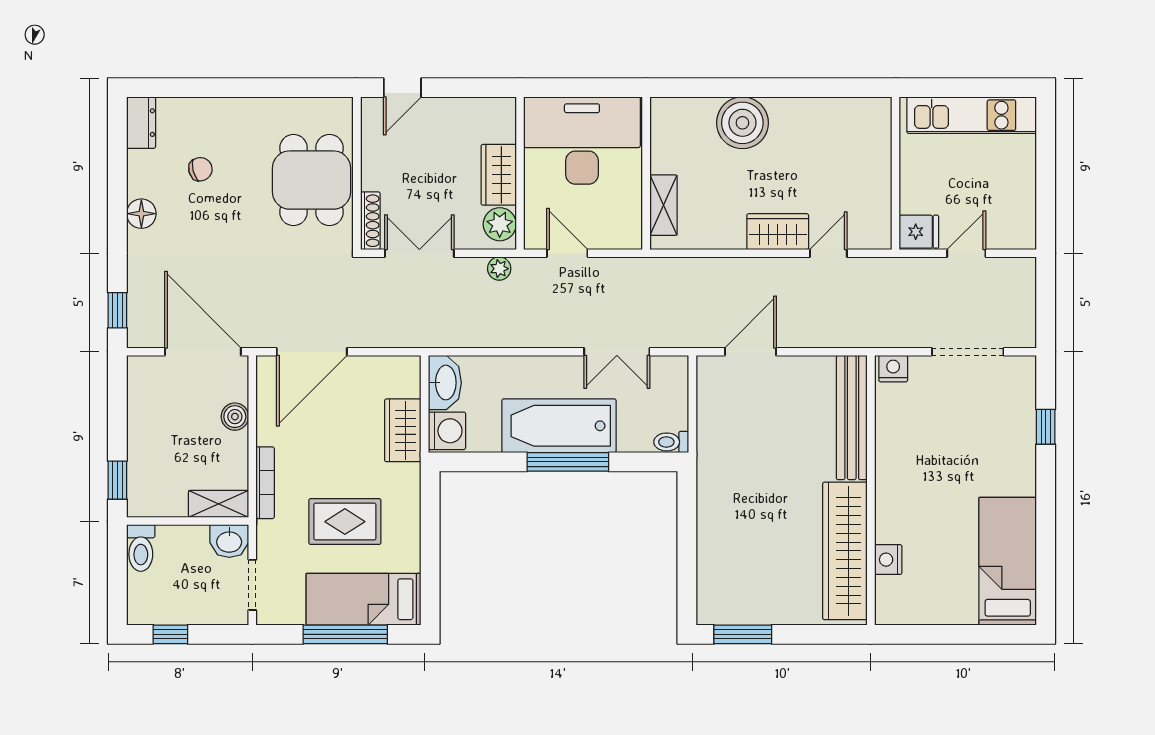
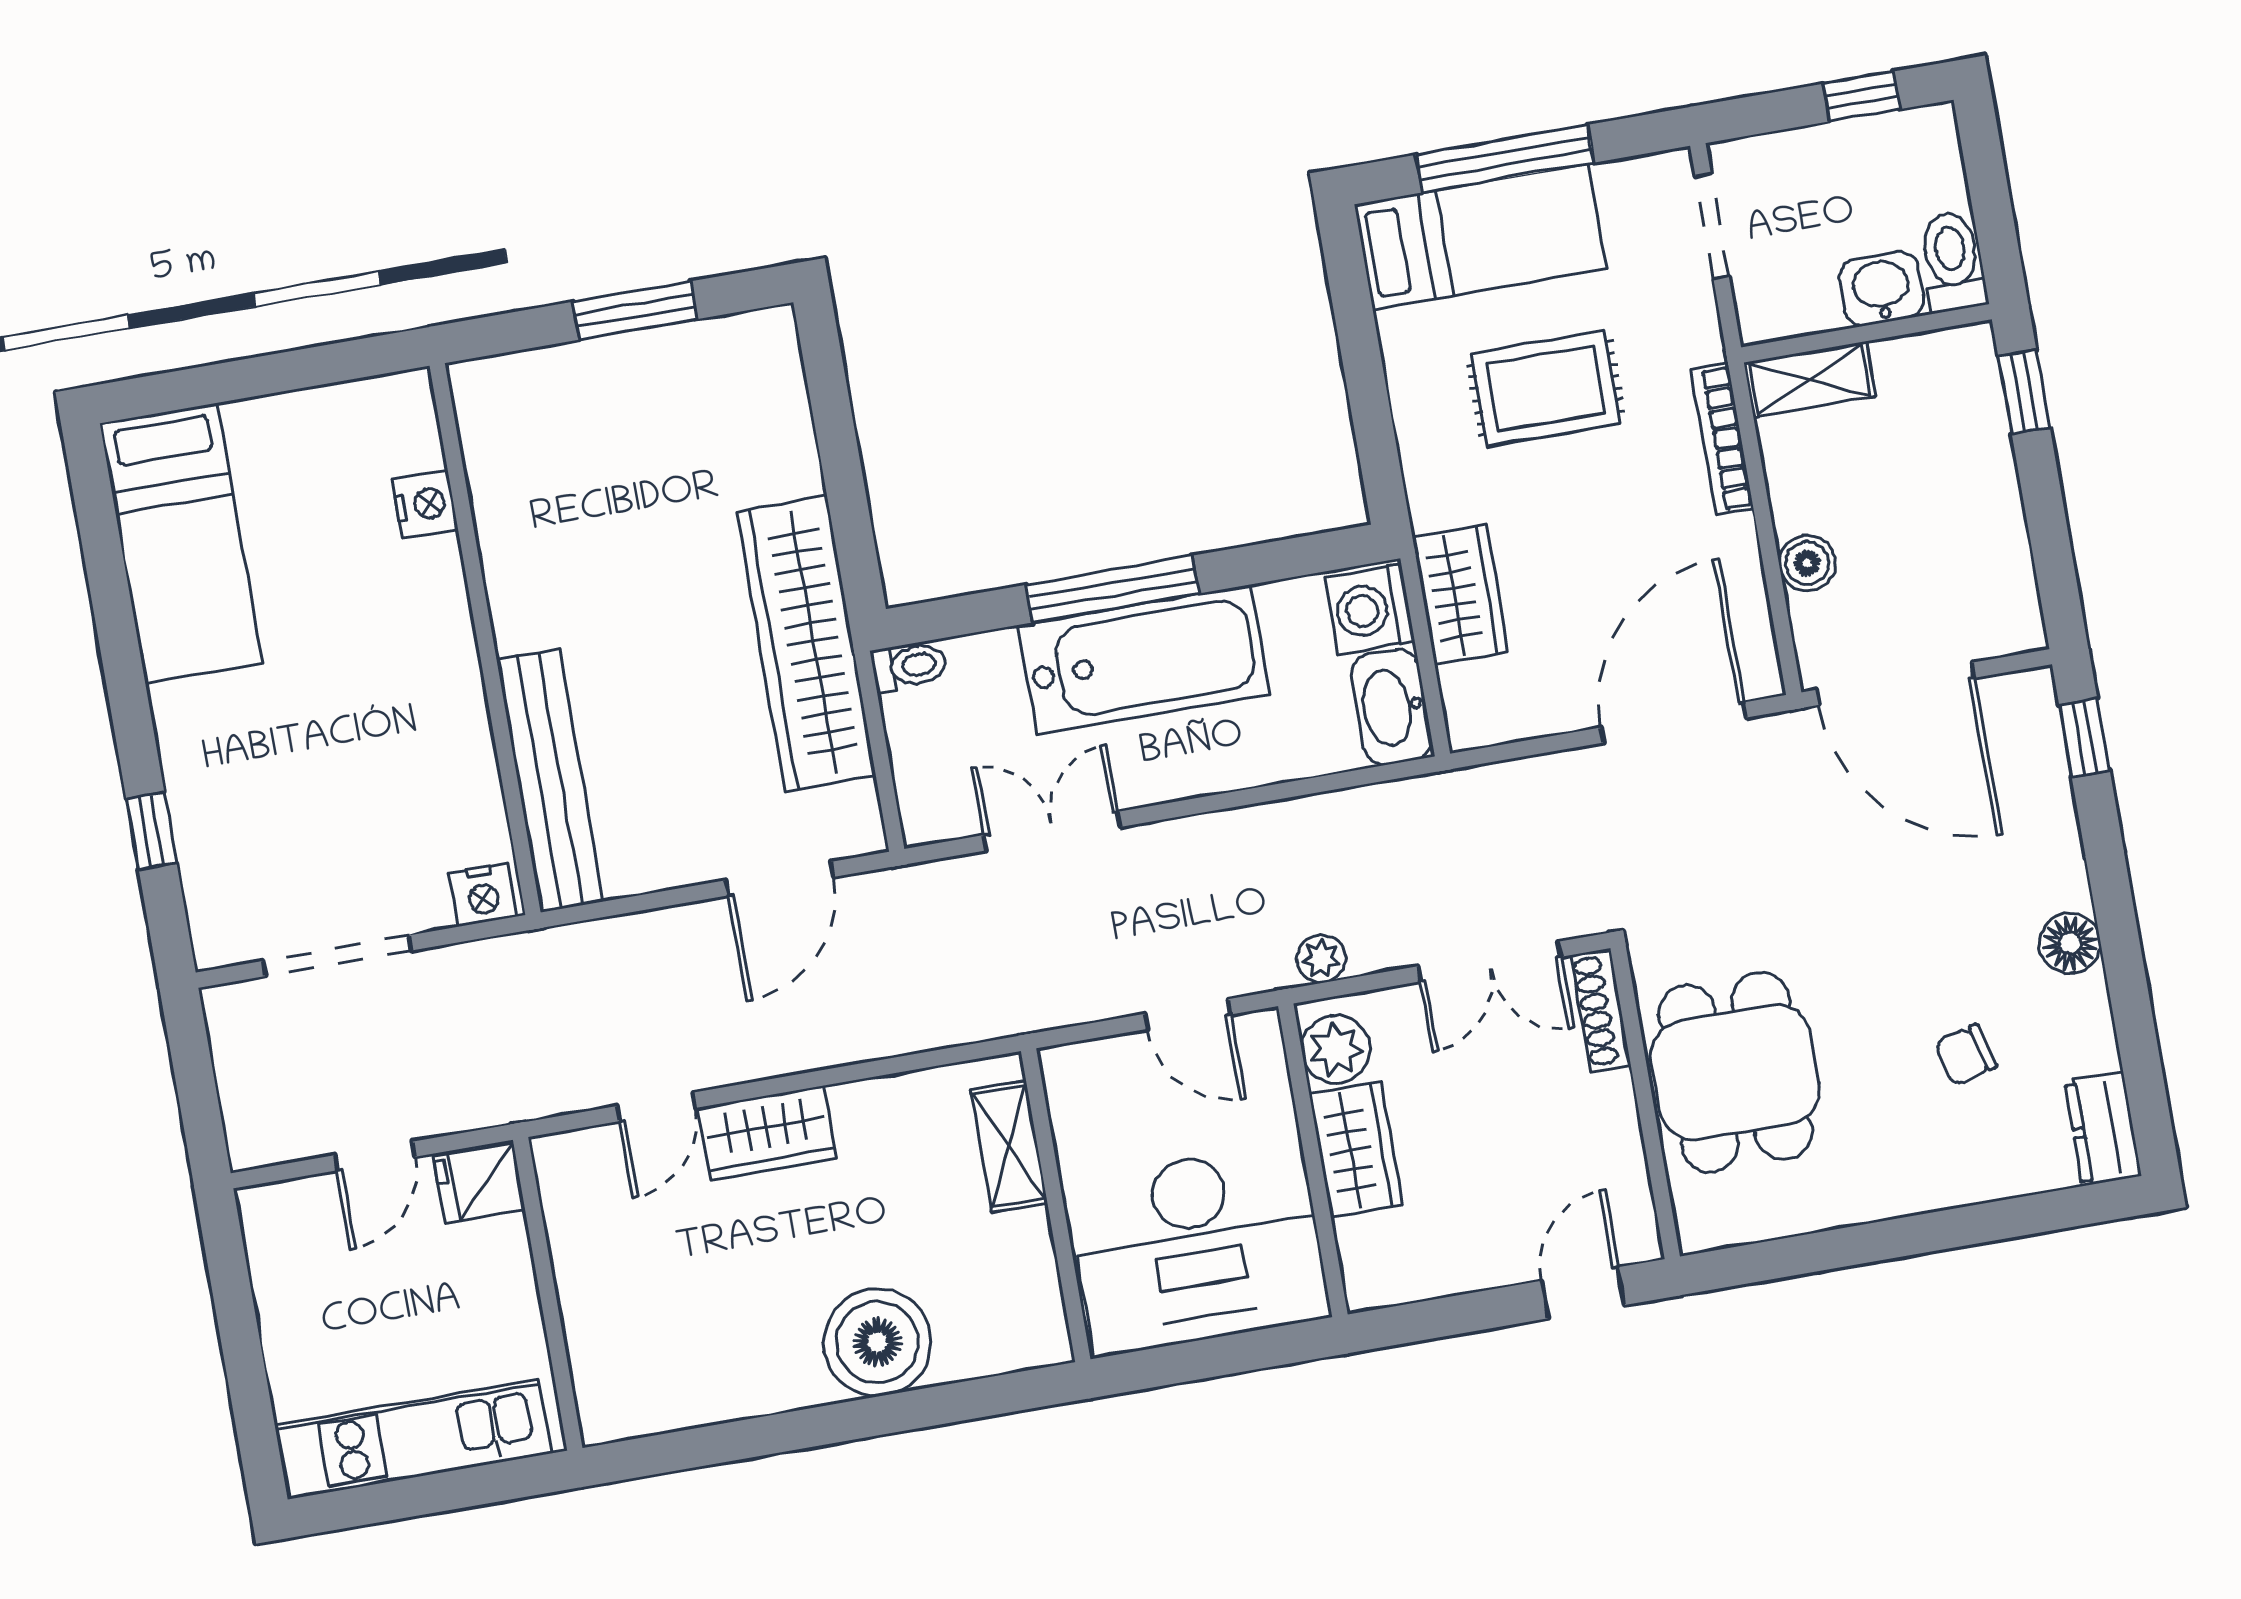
washbasin: (229, 541) -> (1881, 289), moved
wardrobe: (845, 551) -> (806, 643), moved, turned 180
window: (743, 634) -> (635, 311), moved

